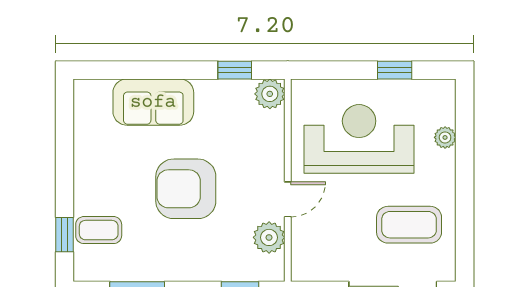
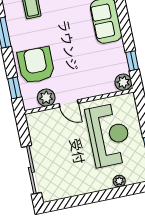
armchair: (186, 189) -> (36, 65), moved
coffee table: (409, 225) -> (68, 171), removed

